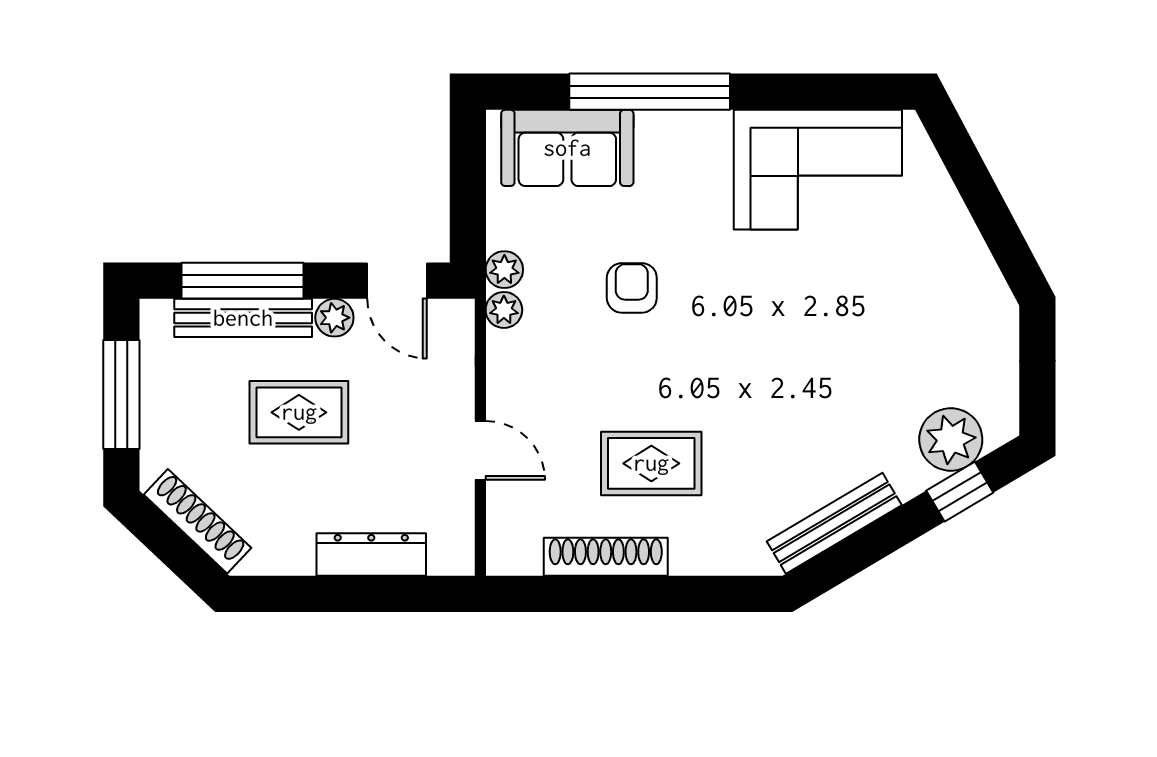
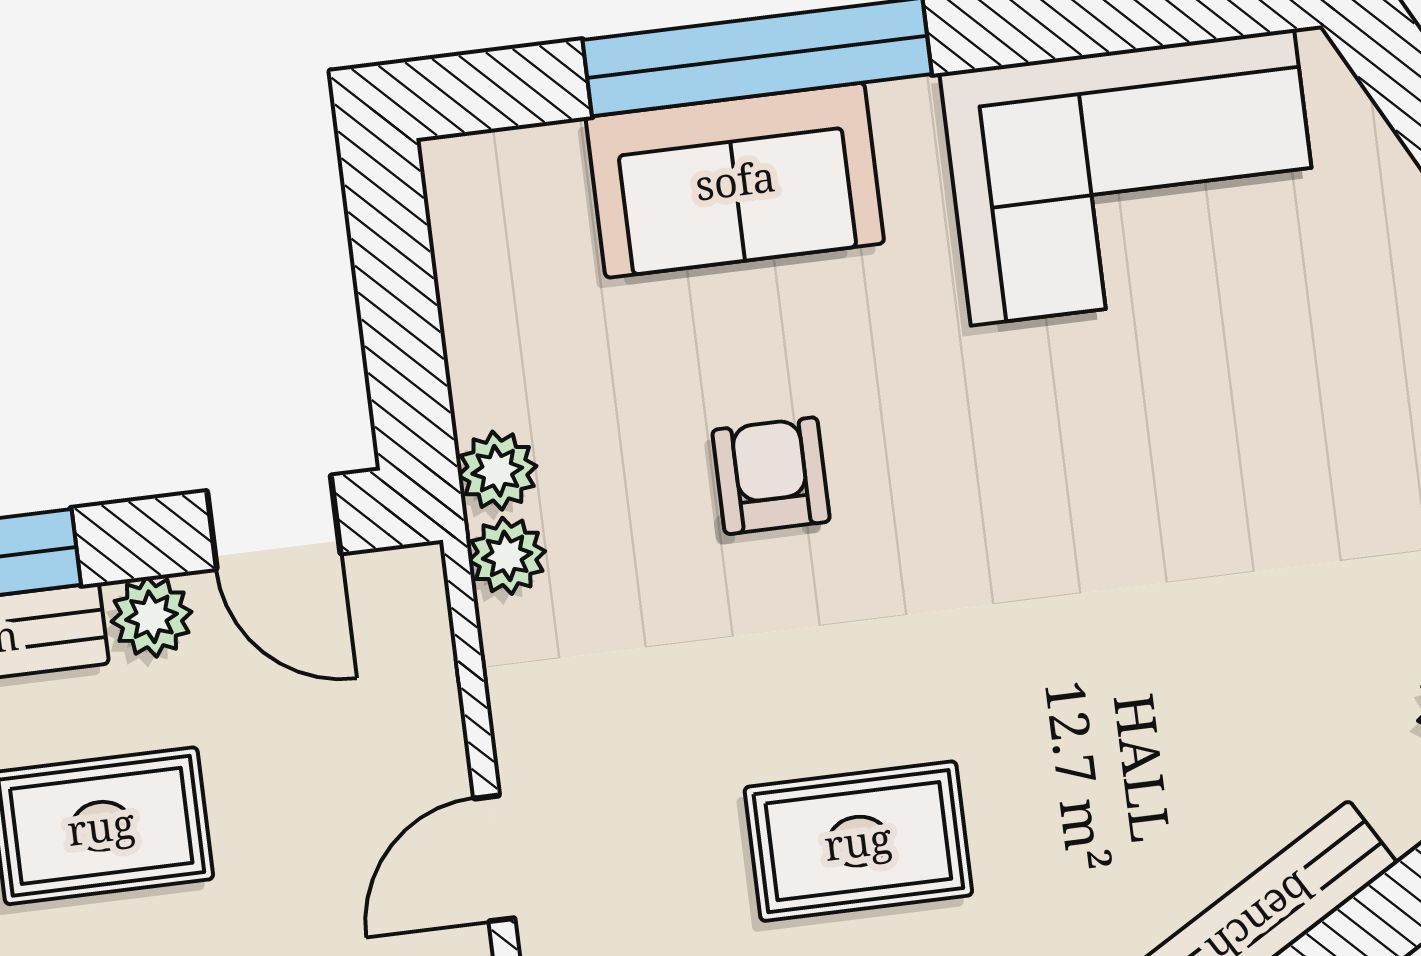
sofa: (567, 148) -> (735, 180), moved
door: (480, 450) -> (494, 858), swing flipped

